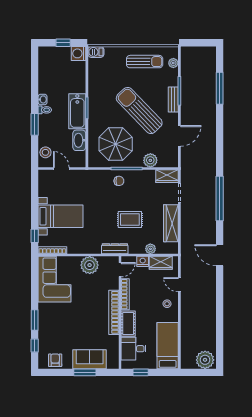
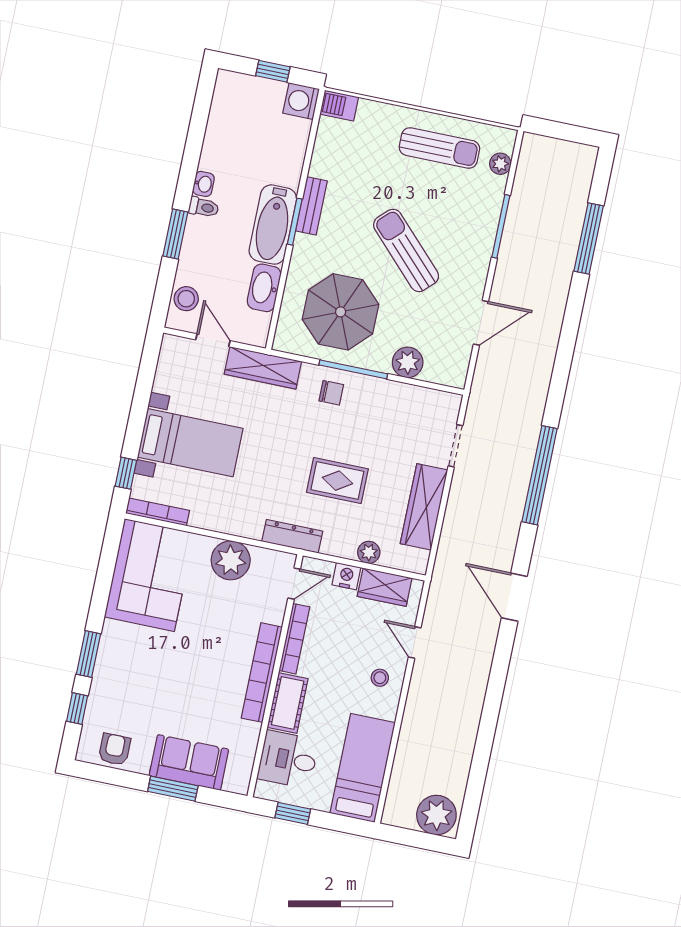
bench: (173, 100) -> (311, 206), moved
sun lounger: (139, 110) -> (406, 250), width x0.73, depth x0.75
wardrobe: (167, 176) -> (263, 368), moved, width x1.50

